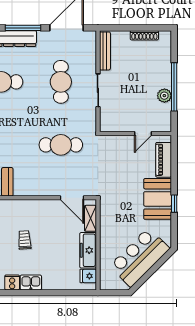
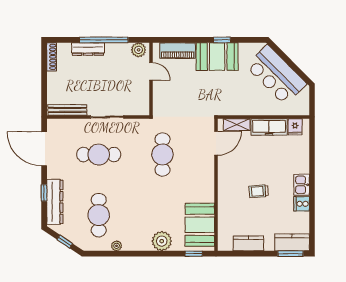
window: (23, 28) -> (44, 193), width x0.46
shoe rack: (144, 35) -> (52, 57), moved
dresser: (165, 71) -> (88, 49), added
plant: (164, 96) -> (139, 50), moved

